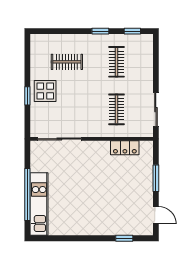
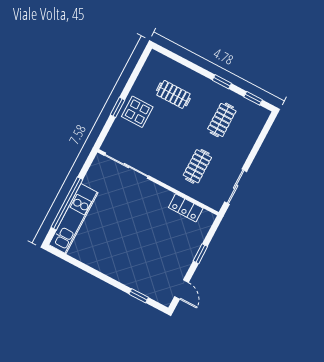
window: (156, 178) -> (200, 254), width x0.67

